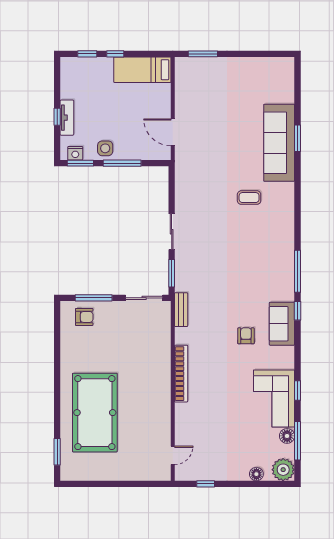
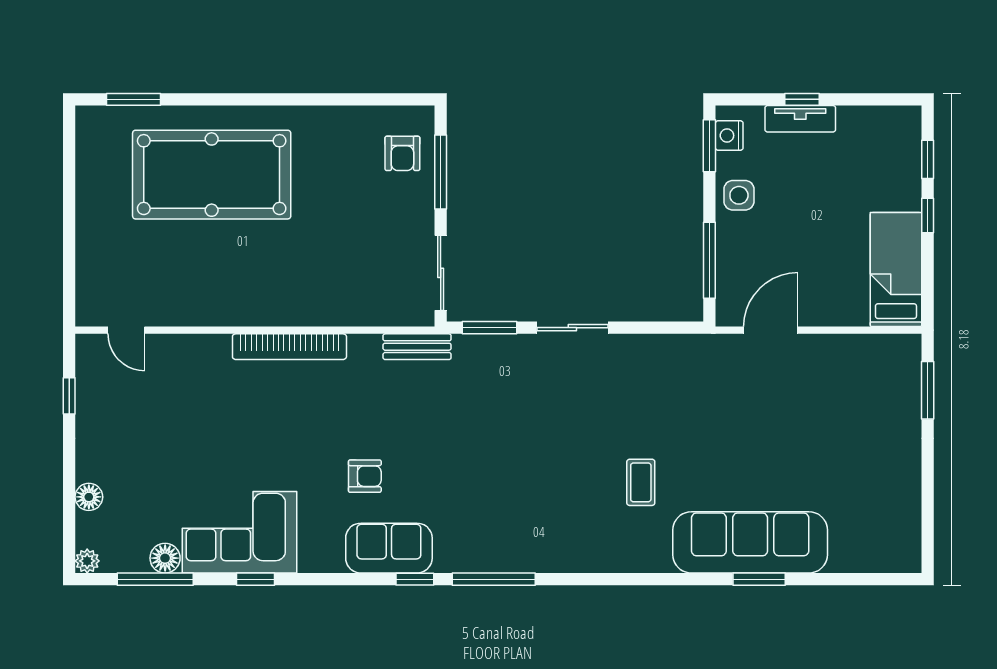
window: (122, 163) -> (709, 260), moved
plant: (283, 470) -> (87, 561), width x0.53, depth x0.53

